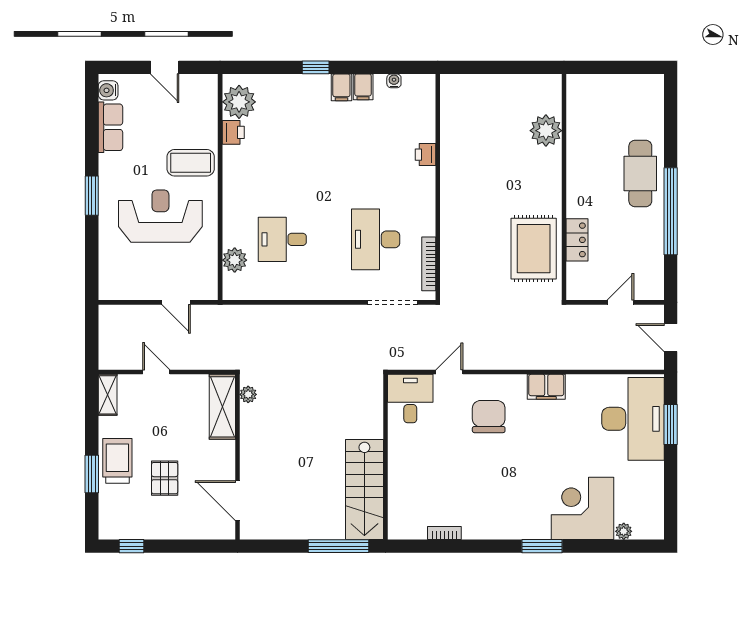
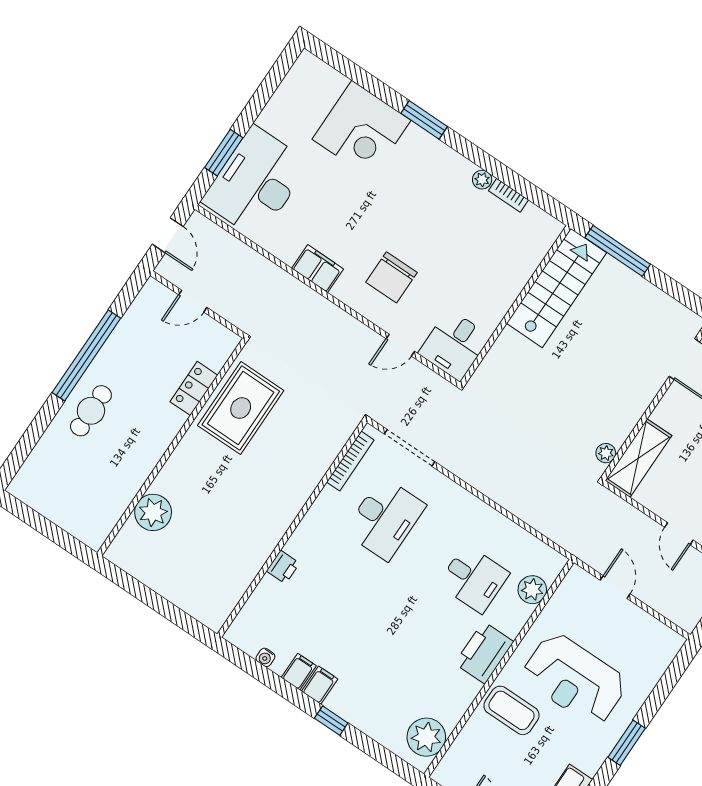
printer: (233, 132) -> (484, 653), moved, width x1.87, depth x1.48
cafe table: (640, 174) -> (91, 411), width x0.73, depth x0.74
plant: (624, 531) -> (482, 180), moved

